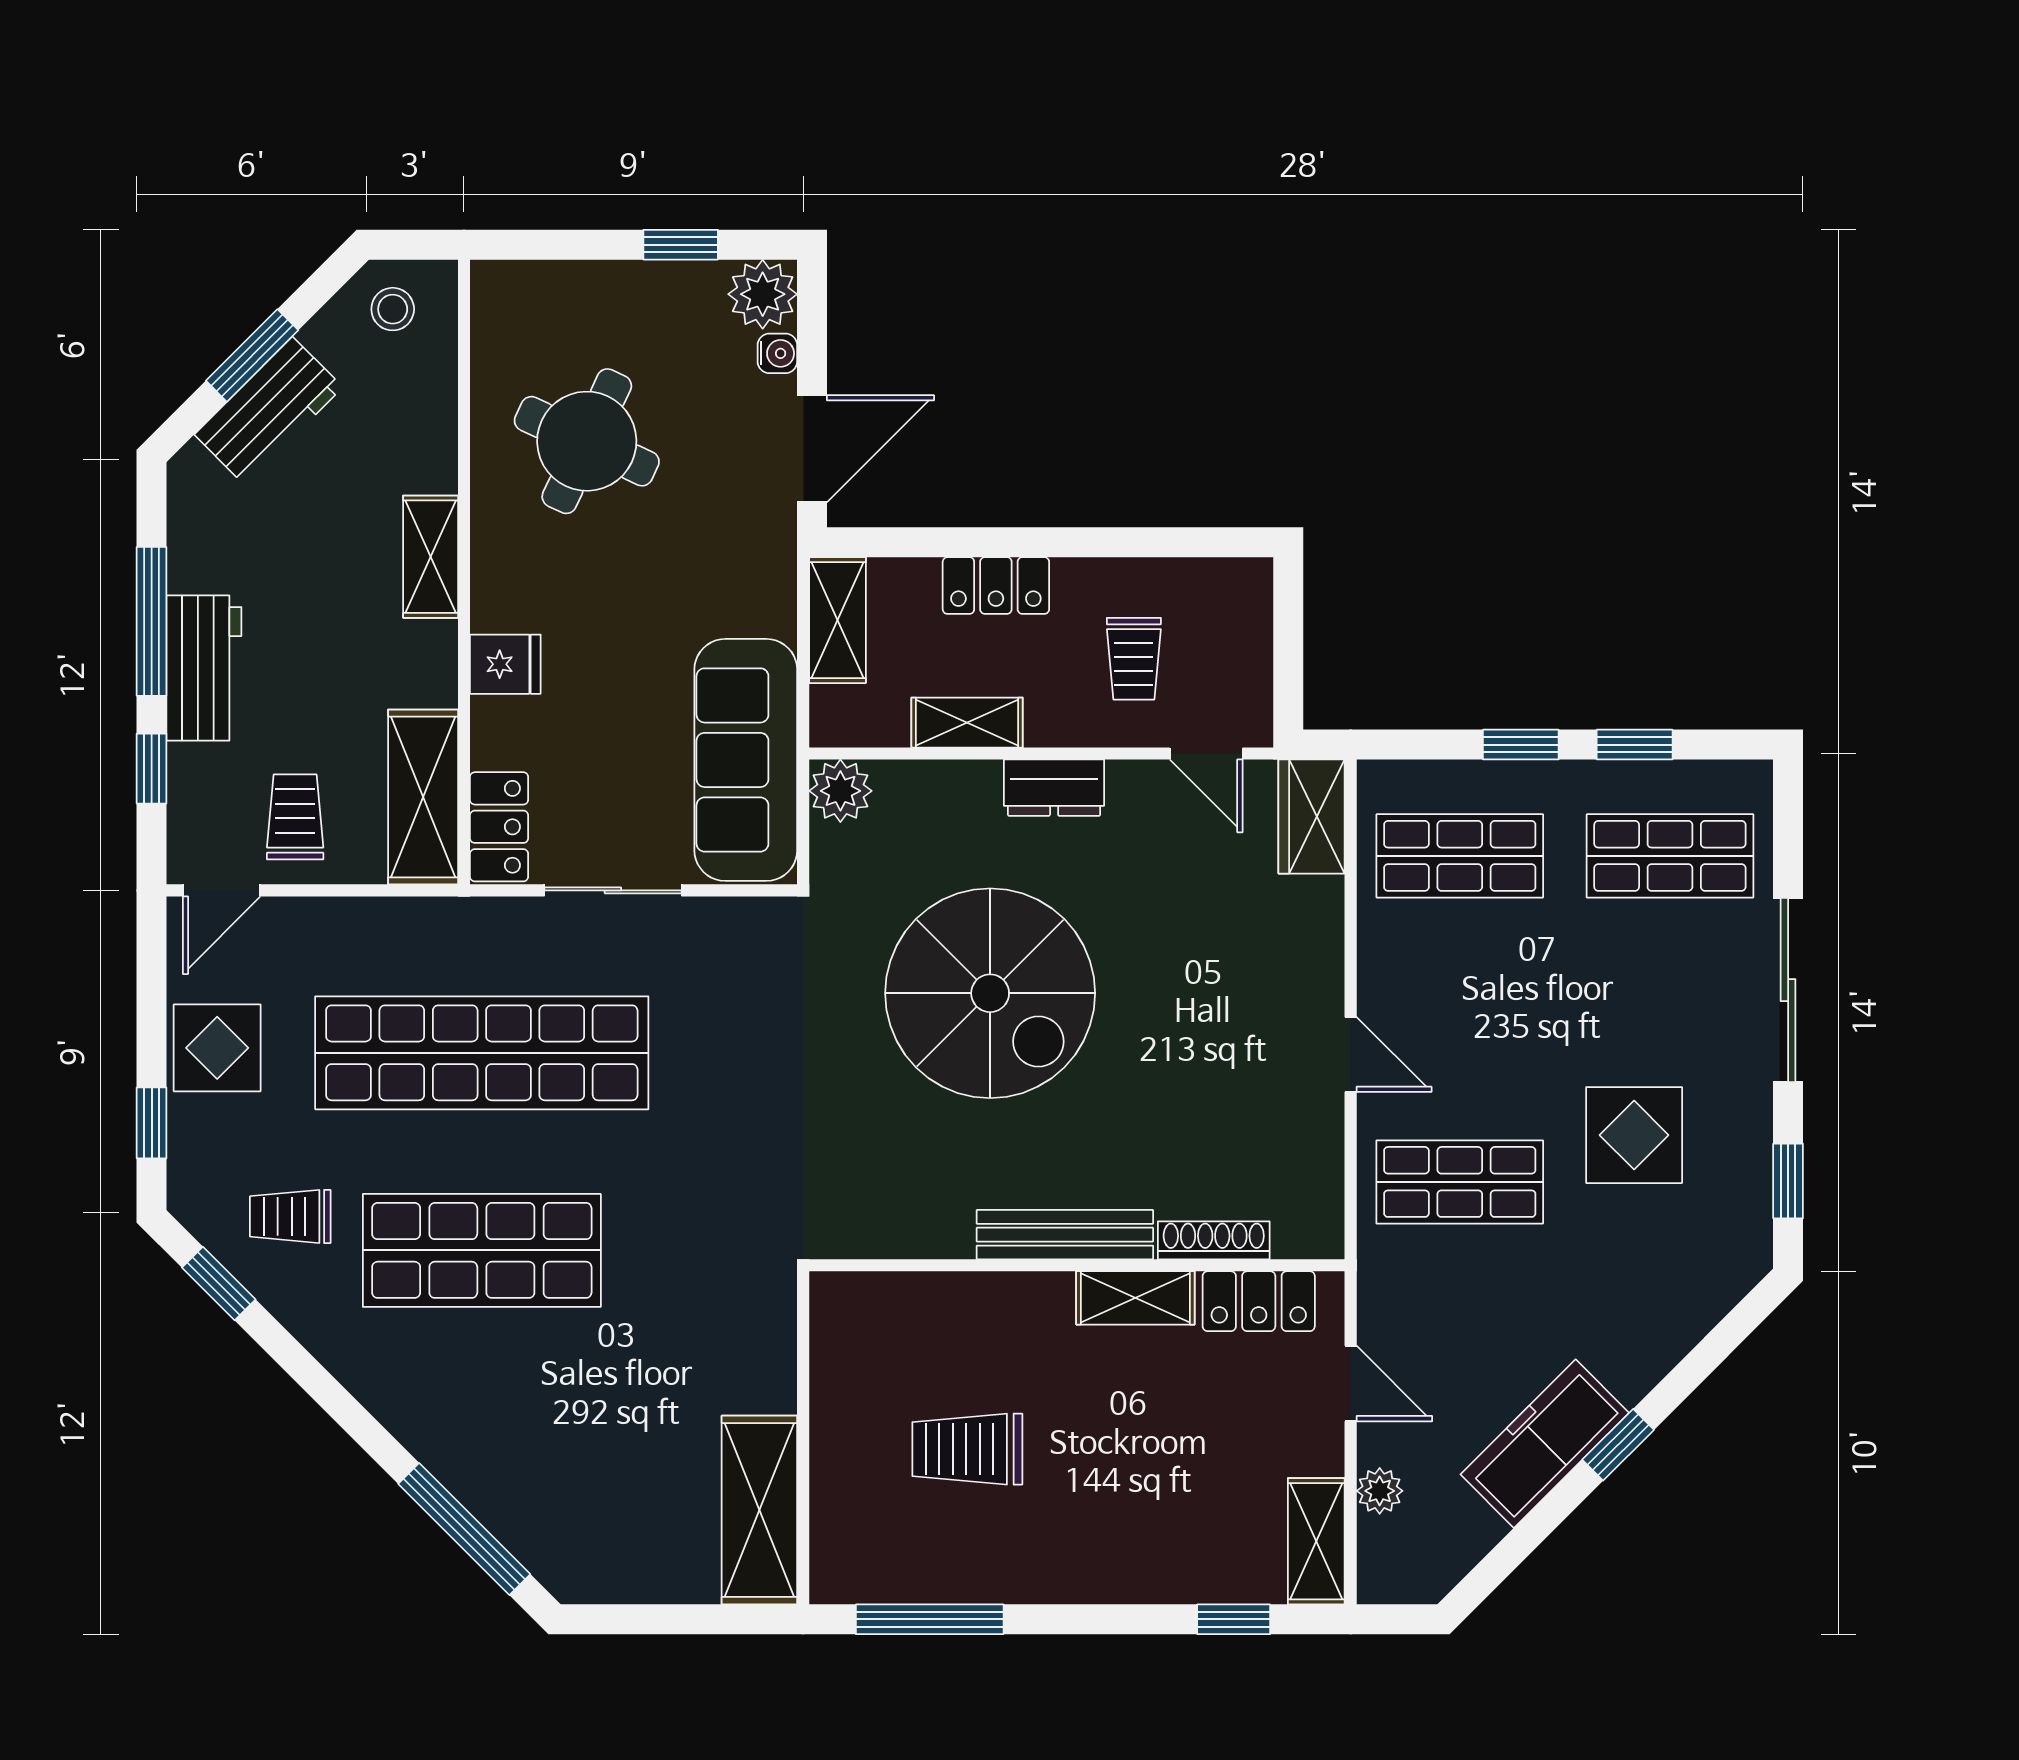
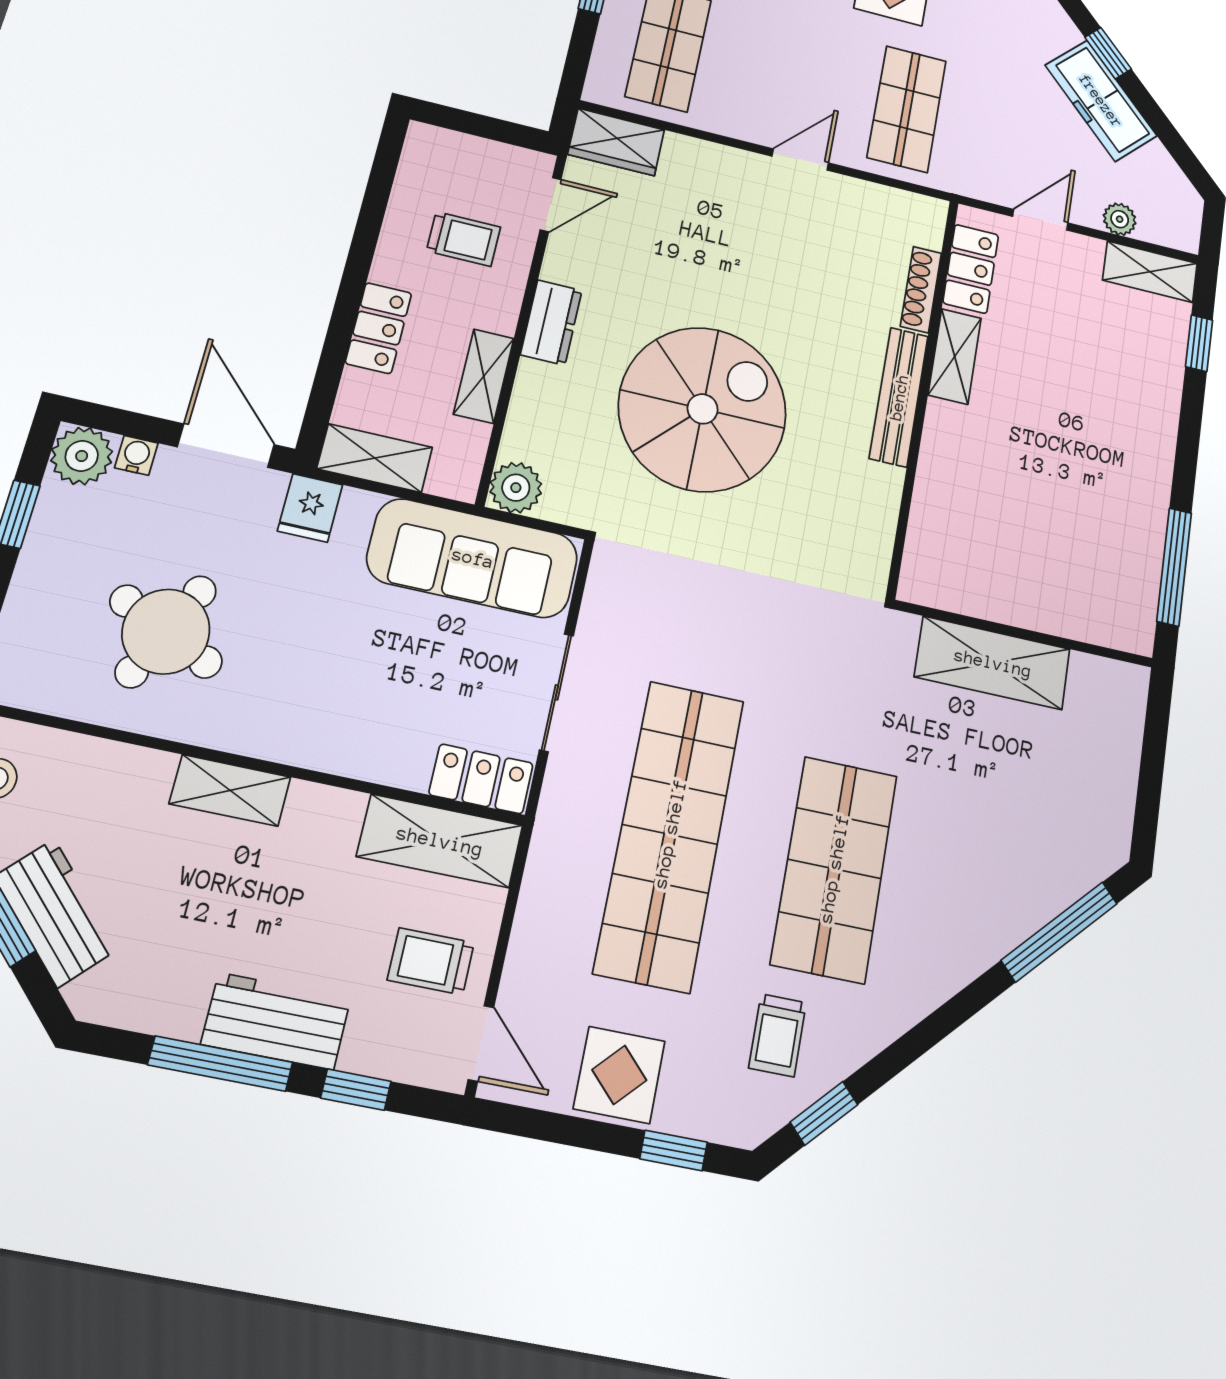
fridge: (505, 664) -> (310, 508), moved, turned 180
trolley: (967, 1449) -> (1050, 508), removed
shelving: (759, 1510) -> (993, 663), moved

